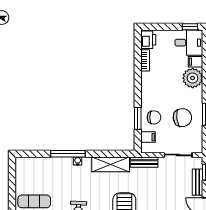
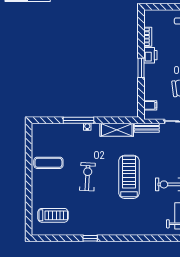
printer: (148, 40) -> (150, 55), moved
chair: (154, 117) -> (155, 88), removed
window: (138, 118) -> (141, 68), moved

